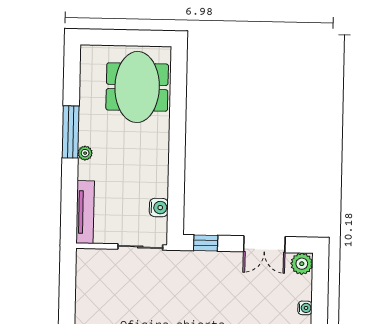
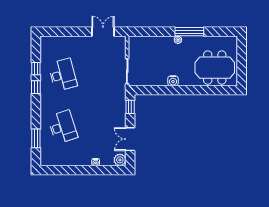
water cooler: (159, 208) -> (173, 81), moved
tv unit: (85, 212) -> (146, 40), removed
double door: (67, 289) -> (103, 32), added

